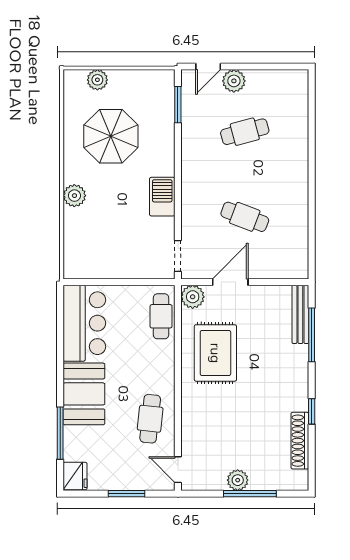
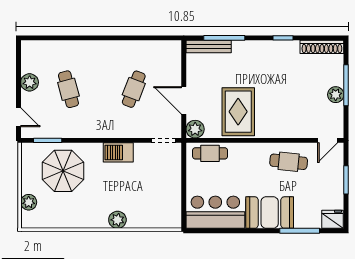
plant: (234, 81) -> (30, 82), moved
parasol: (111, 136) -> (63, 171), moved
rug: (215, 353) -> (238, 112), turned 90
shoe rack: (300, 441) -> (322, 47), moved

